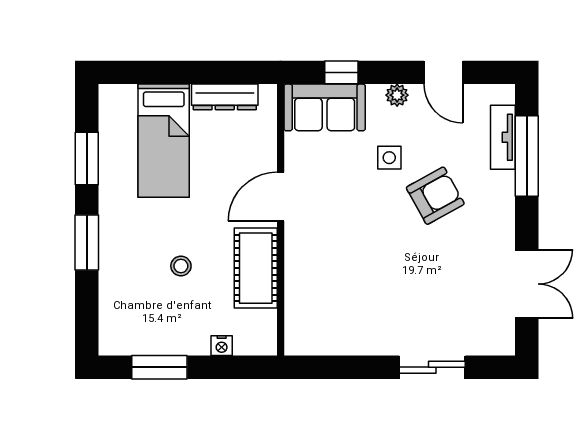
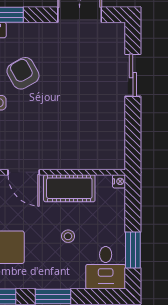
desk: (132, 325) -> (106, 268), added
nightstand: (222, 346) -> (119, 181), moved

